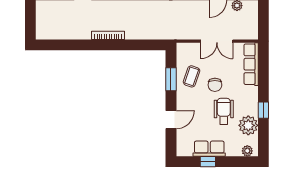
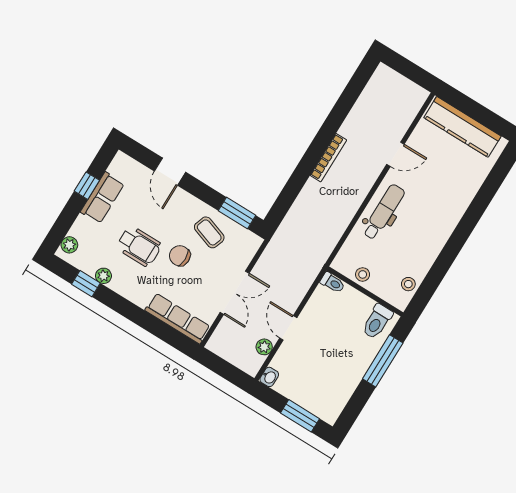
double door: (217, 41) -> (235, 293), swing flipped
window: (171, 79) -> (237, 213), moved
window: (263, 110) -> (86, 284), moved
plant: (248, 125) -> (103, 276), width x0.53, depth x0.53

